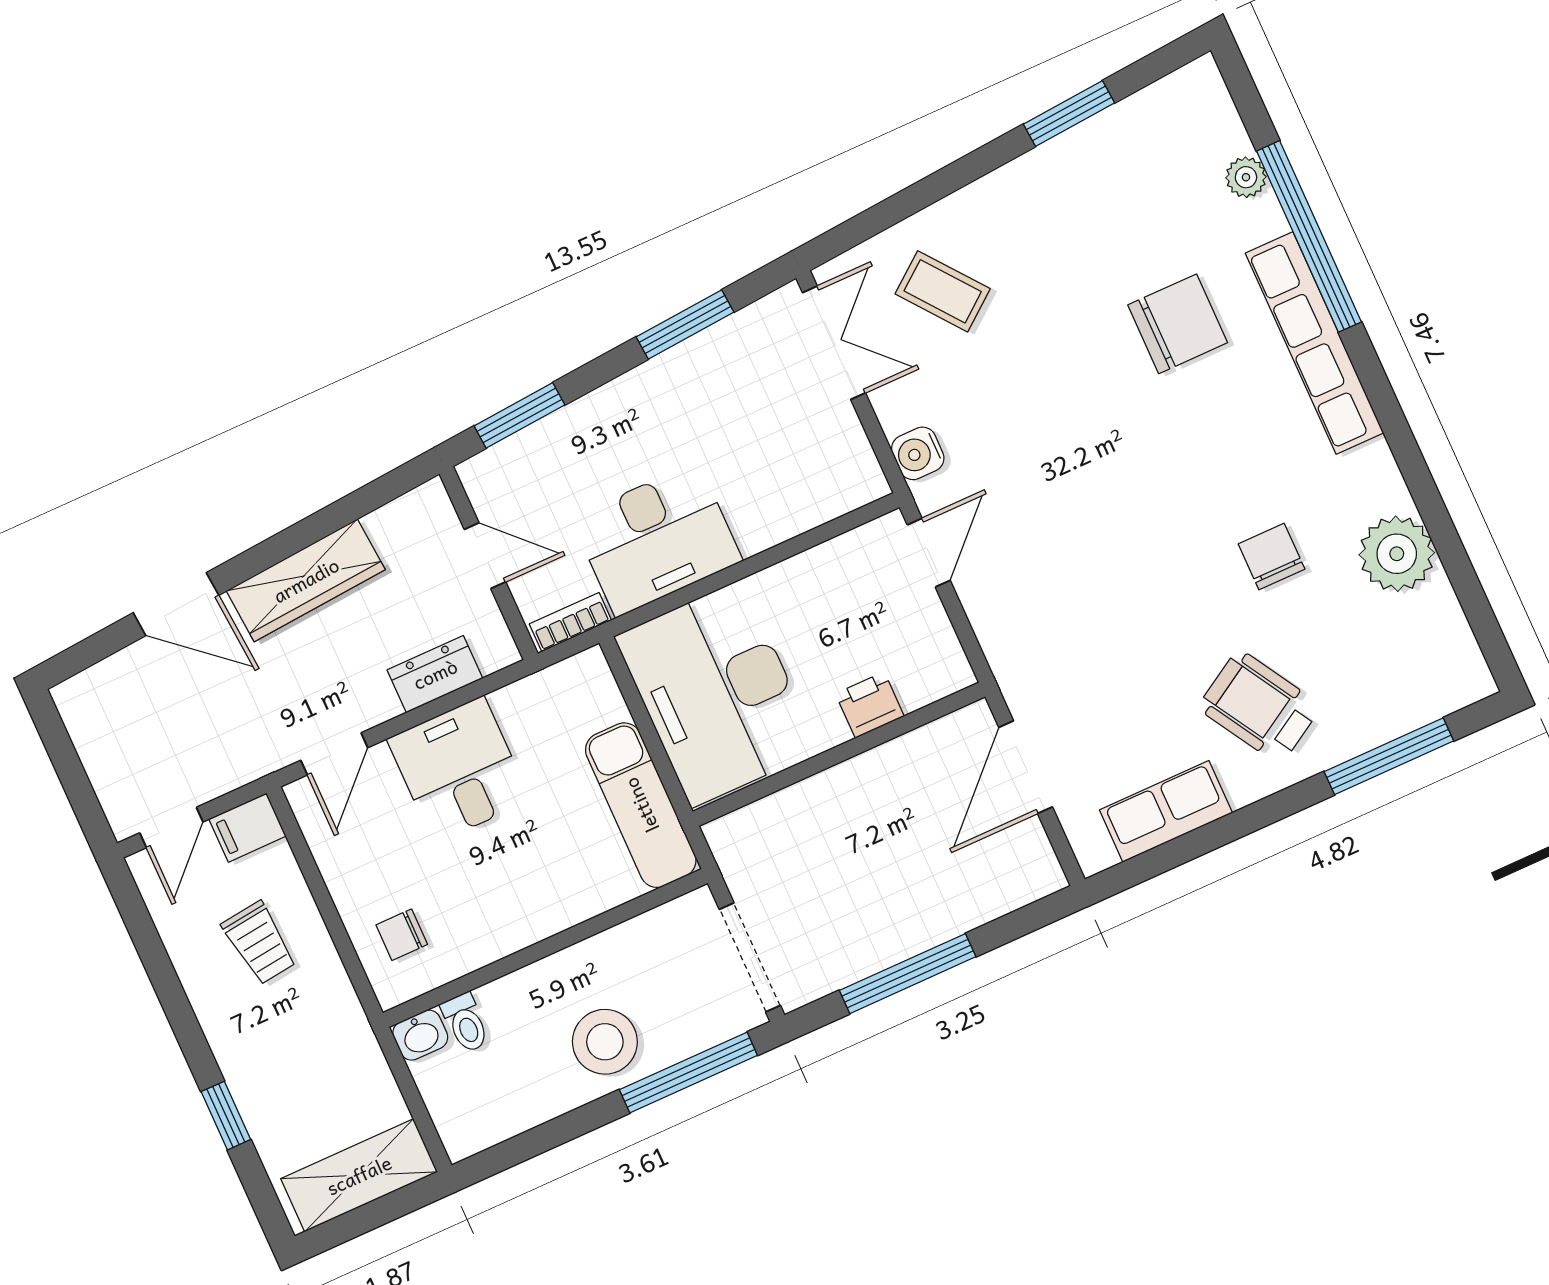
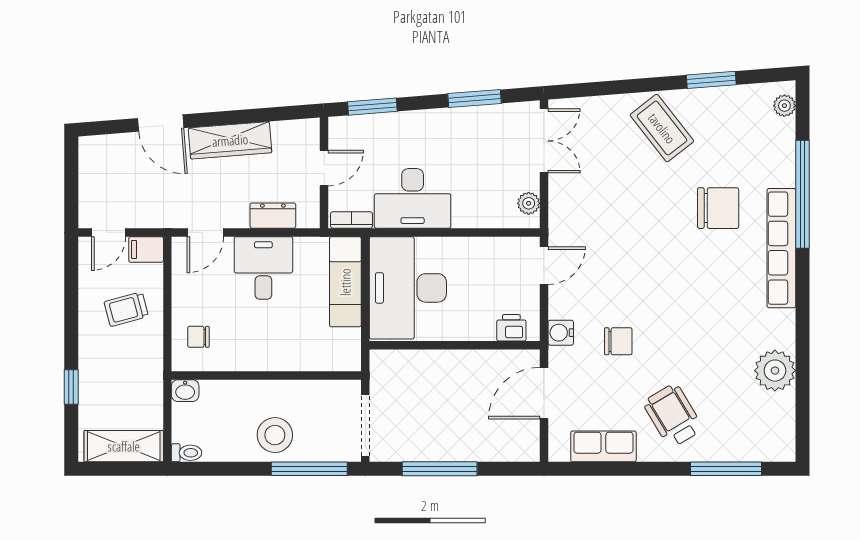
plant: (1246, 177) -> (784, 106), moved
coffee table: (943, 291) -> (662, 128), moved, width x1.36, depth x1.30
water cooler: (918, 453) -> (561, 333), moved
plant: (856, 459) -> (529, 203), added
door: (485, 556) -> (324, 168), hinge flipped
chair: (1272, 556) -> (618, 341), moved, turned 90
printer: (870, 705) -> (511, 328), moved
exam couch: (641, 805) -> (345, 282), moved
trolley: (259, 943) -> (126, 309), turned 82
toilet: (465, 1023) -> (187, 453), moved, turned -90

